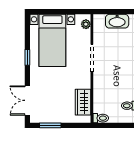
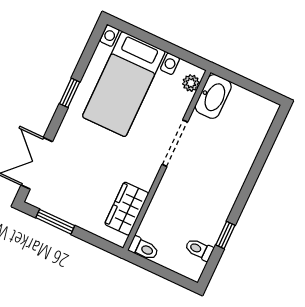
washbasin: (117, 21) -> (213, 96), moved, turned -90

